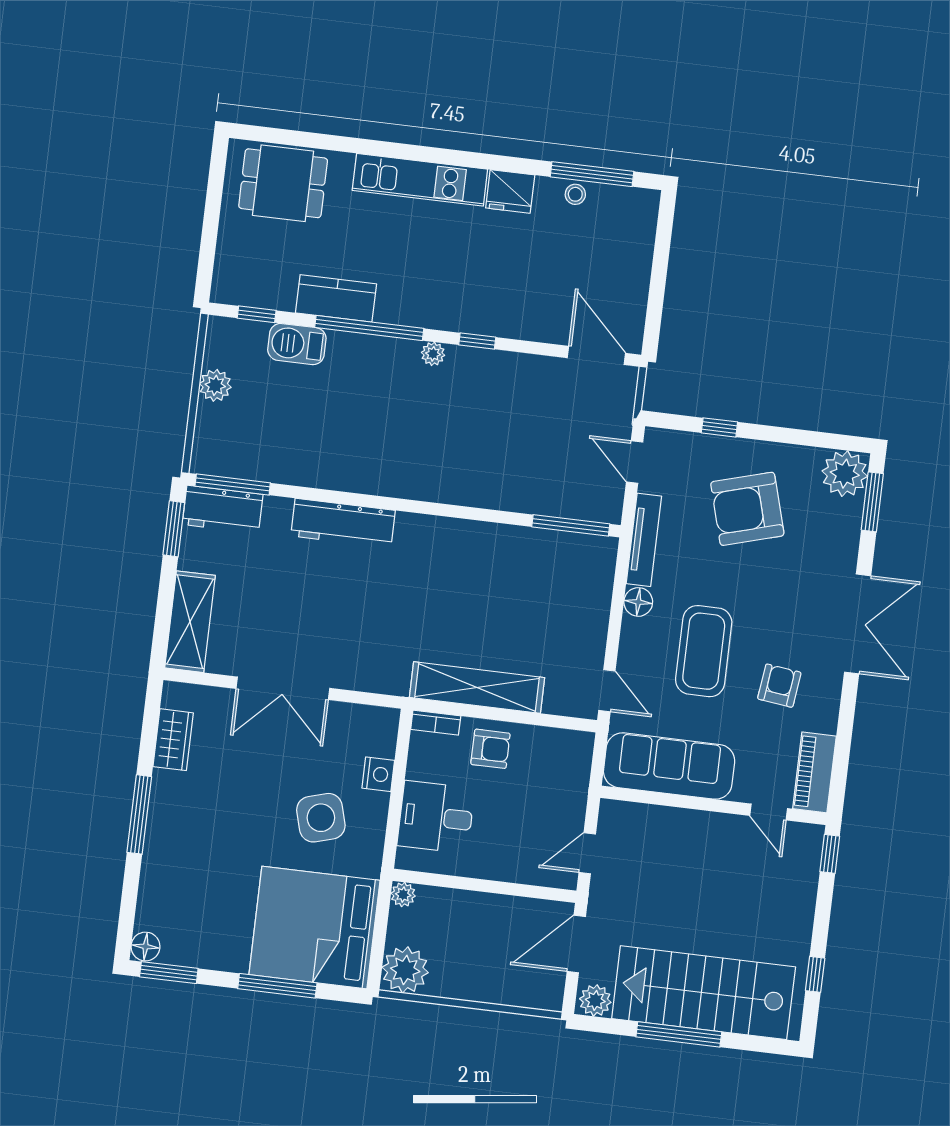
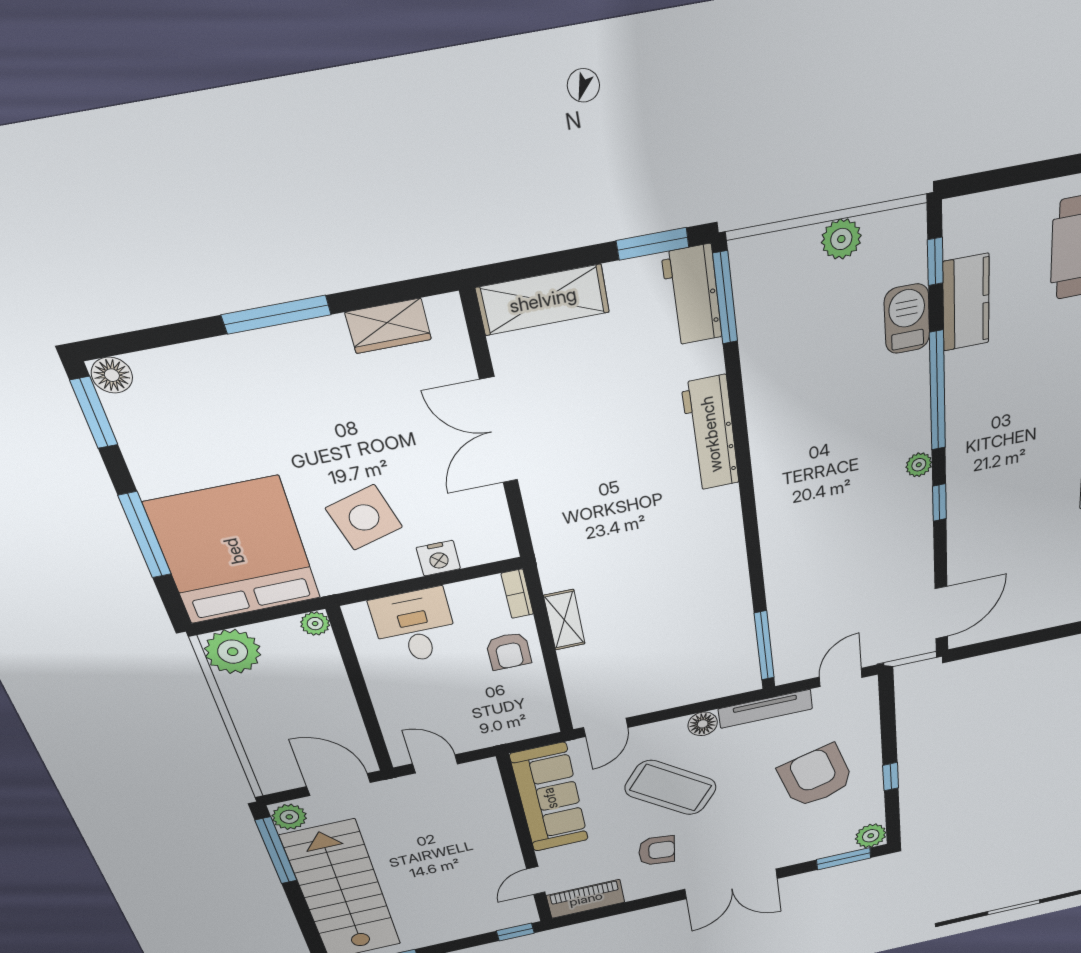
kitchen counter: (336, 298) -> (966, 303), moved
window: (719, 427) -> (891, 777), moved
plant: (845, 474) -> (871, 836), width x0.73, depth x0.73
coffee table: (704, 651) -> (671, 788), turned 37
shelving: (477, 687) -> (564, 620), width x0.45, depth x0.75
window: (679, 1034) -> (276, 851), moved

